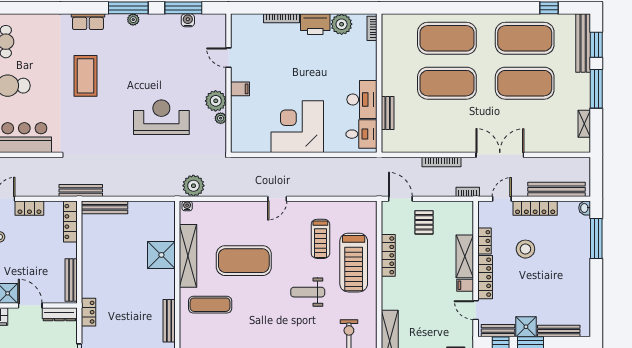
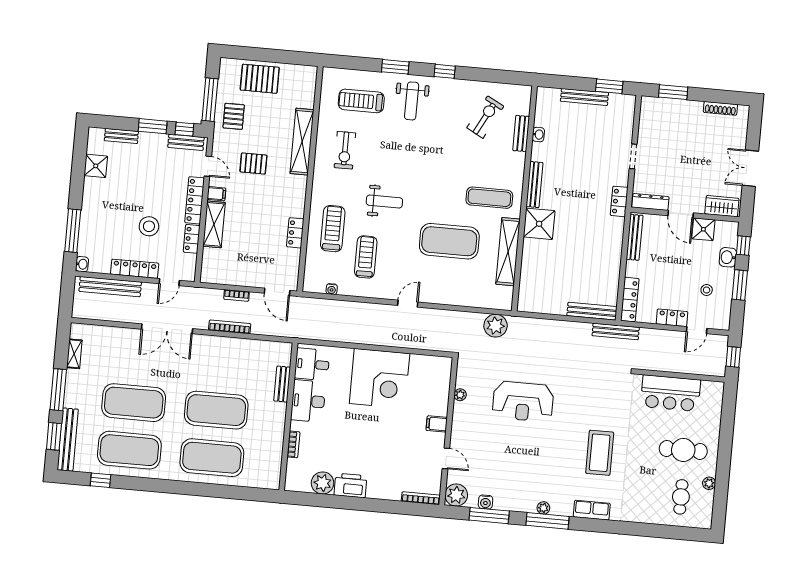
bookcase: (282, 18) -> (421, 498), moved
bookcase: (372, 28) -> (293, 444), moved
plant: (216, 101) -> (456, 495), moved
bookcase: (468, 192) -> (236, 295), moved
water cooler: (187, 206) -> (332, 289), moved
pallet: (424, 222) -> (253, 164), moved, turned 90
shower: (161, 255) -> (539, 224), moved
locker: (388, 255) -> (295, 233), width x0.66
treadmill: (354, 263) -> (333, 229), width x0.73, depth x0.73
shower: (526, 327) -> (96, 166), moved
bench: (559, 331) -> (121, 136), width x0.73

